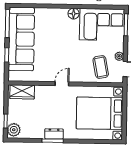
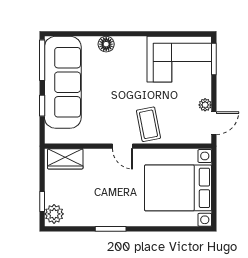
floor lamp: (74, 14) -> (106, 44), moved
coffee table: (101, 67) -> (148, 124), moved
door: (62, 84) -> (123, 146), swing flipped
dresser: (54, 134) -> (112, 219), removed

